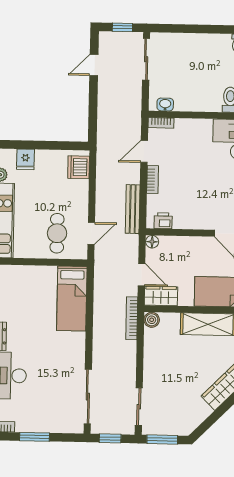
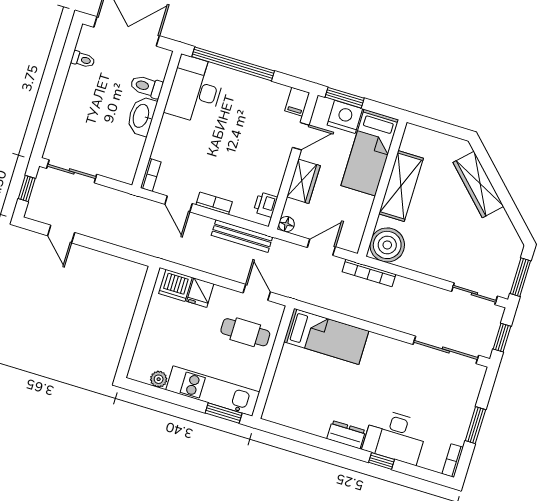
washbasin: (165, 104) -> (142, 116), moved, width x1.91, depth x1.45
fridge: (25, 159) -> (200, 293), moved, turned 90
wardrobe: (161, 296) -> (303, 181), moved, turned 180
boiler: (152, 320) -> (387, 245), width x1.86, depth x1.86

